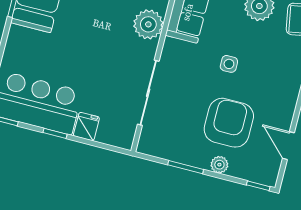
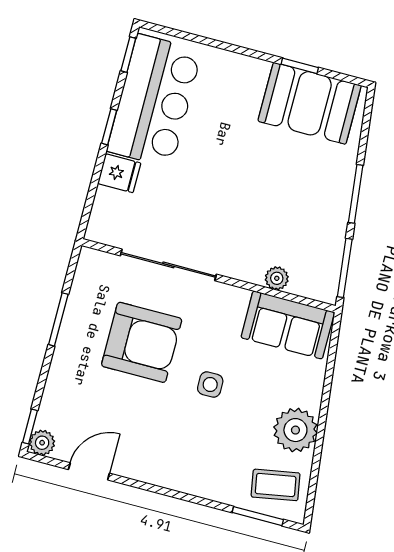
plant: (148, 24) -> (277, 278), width x0.53, depth x0.53
armchair: (229, 123) -> (142, 342), moved
plant: (219, 165) -> (42, 443), moved

